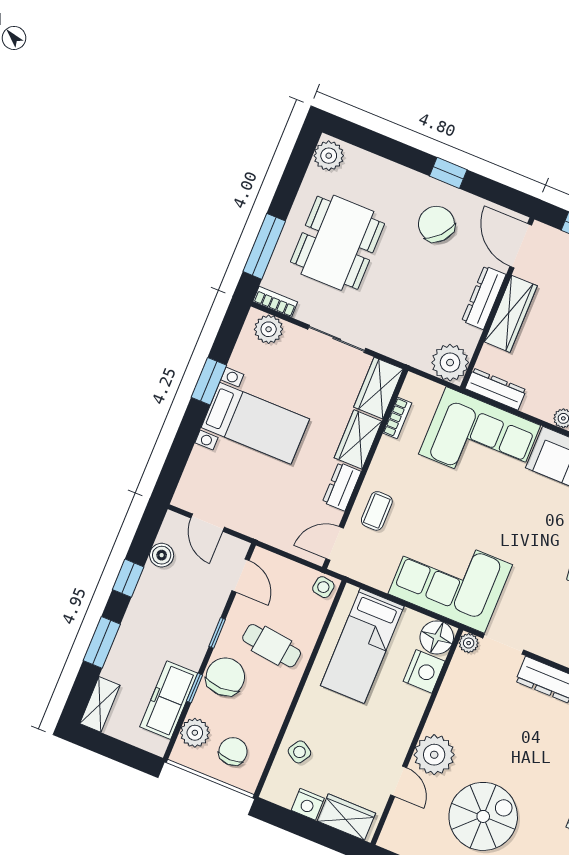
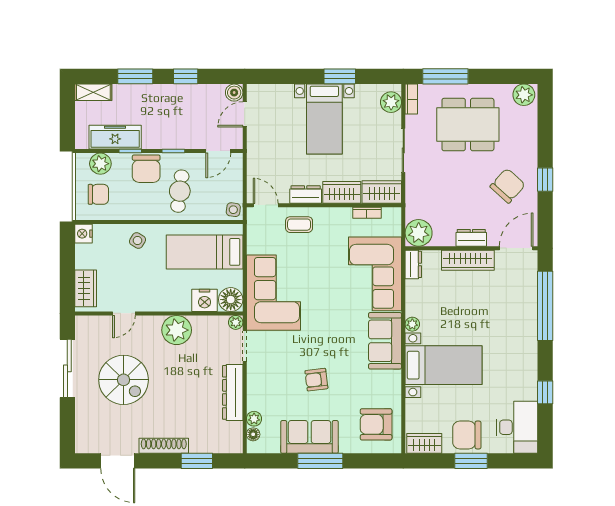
dresser: (484, 298) -> (471, 238), width x0.70
dresser: (496, 389) -> (413, 264), width x0.70
boiler: (162, 555) -> (234, 93), moved
chair: (225, 677) -> (146, 169), turned 90
side table: (299, 752) -> (137, 241), moved
plant: (434, 755) -> (177, 330), moved
nightstand: (308, 804) -> (84, 234), moved

